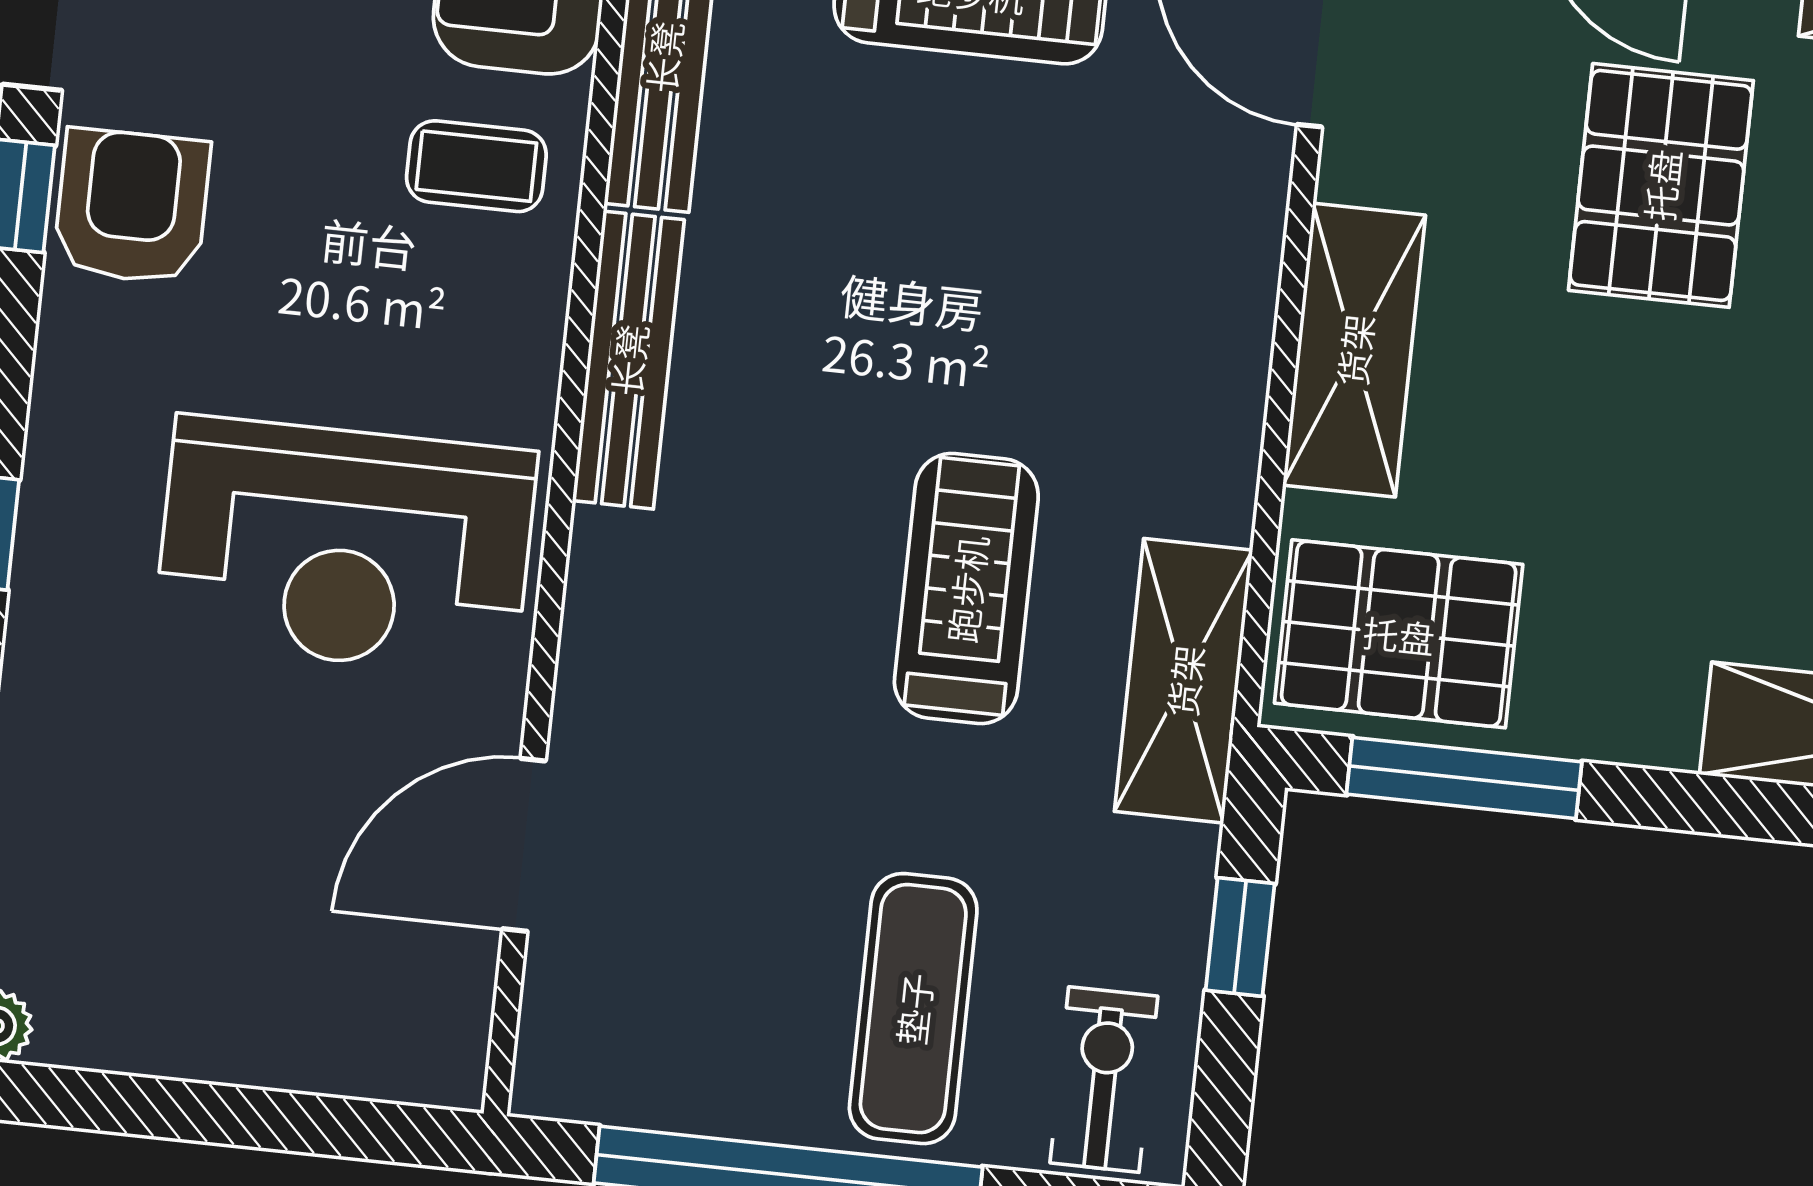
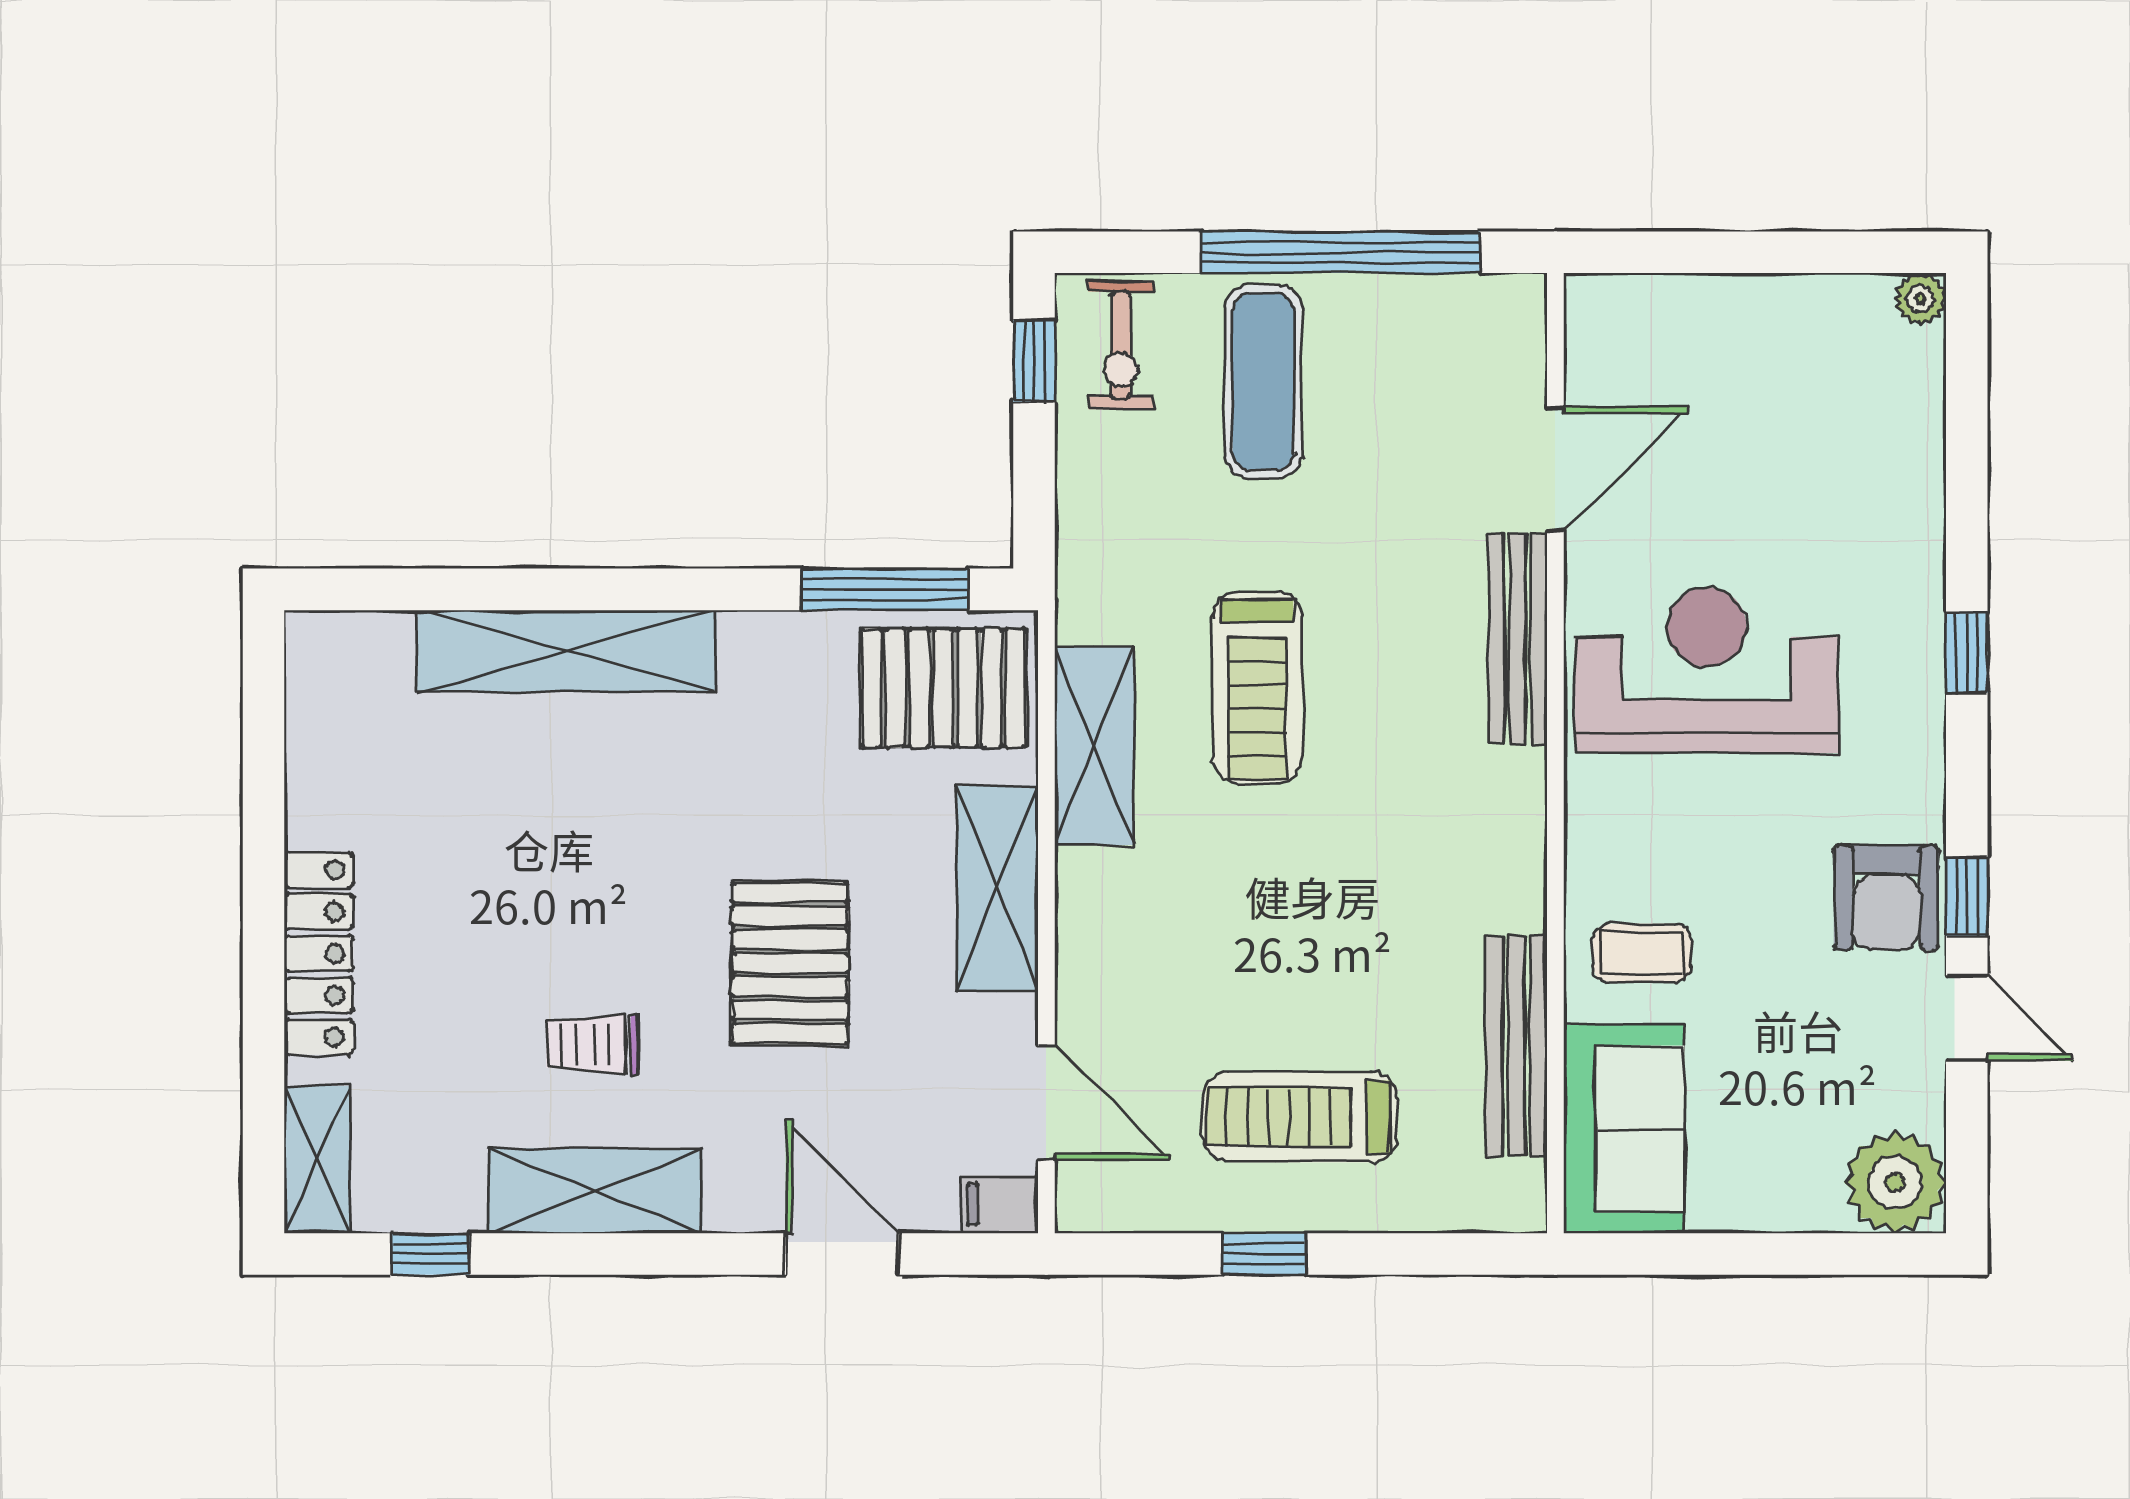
pallet: (1661, 185) -> (790, 963), moved
bench: (628, 360) -> (1518, 638), moved
shelving: (1184, 681) -> (1094, 746), moved
window: (1240, 937) -> (1034, 361), moved

